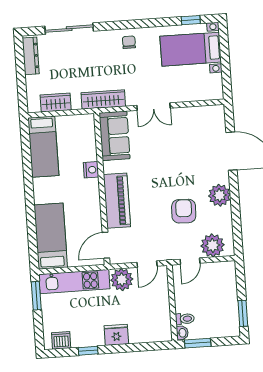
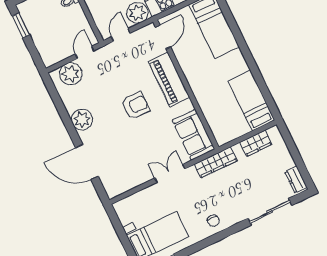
dresser: (31, 56) -> (296, 180), width x0.70
nightstand: (91, 170) -> (202, 97), removed
armchair: (184, 211) -> (135, 106), moved, turned -92

